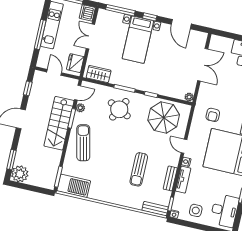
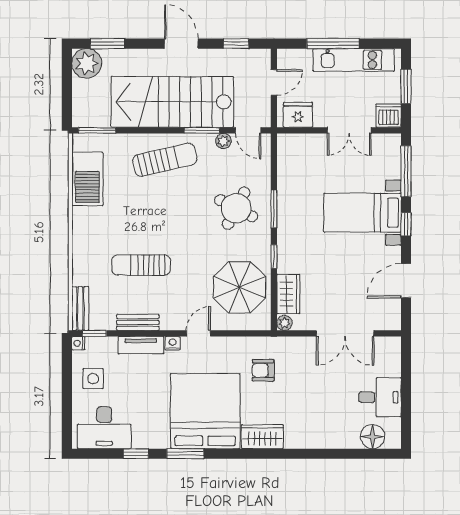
double door: (90, 37) -> (349, 130), swing flipped
wardrobe: (99, 74) -> (288, 294), moved
stairs: (59, 123) -> (172, 102), width x1.36, depth x1.51
barbecue: (74, 186) -> (87, 179), moved

